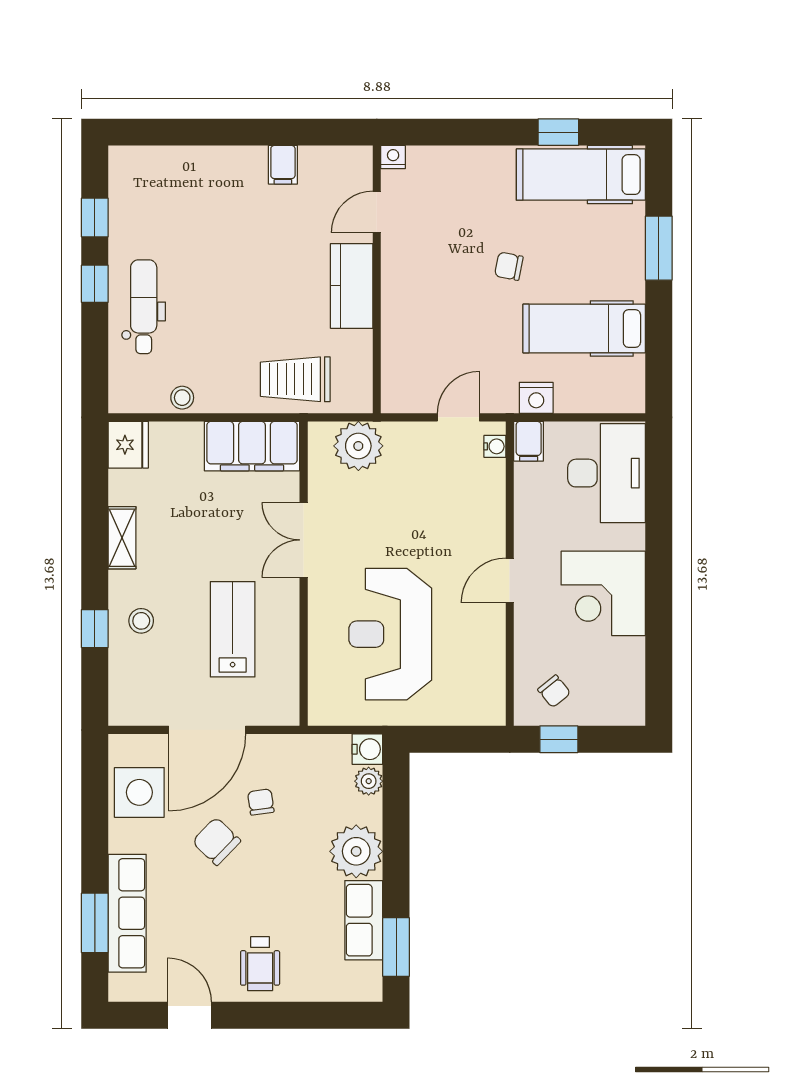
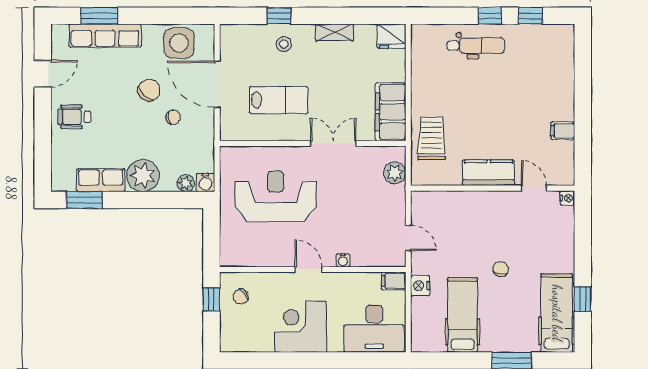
stool: (182, 398) -> (420, 69), removed
plant: (358, 446) -> (395, 173), width x0.73, depth x0.73
water cooler: (495, 446) -> (343, 260), moved

